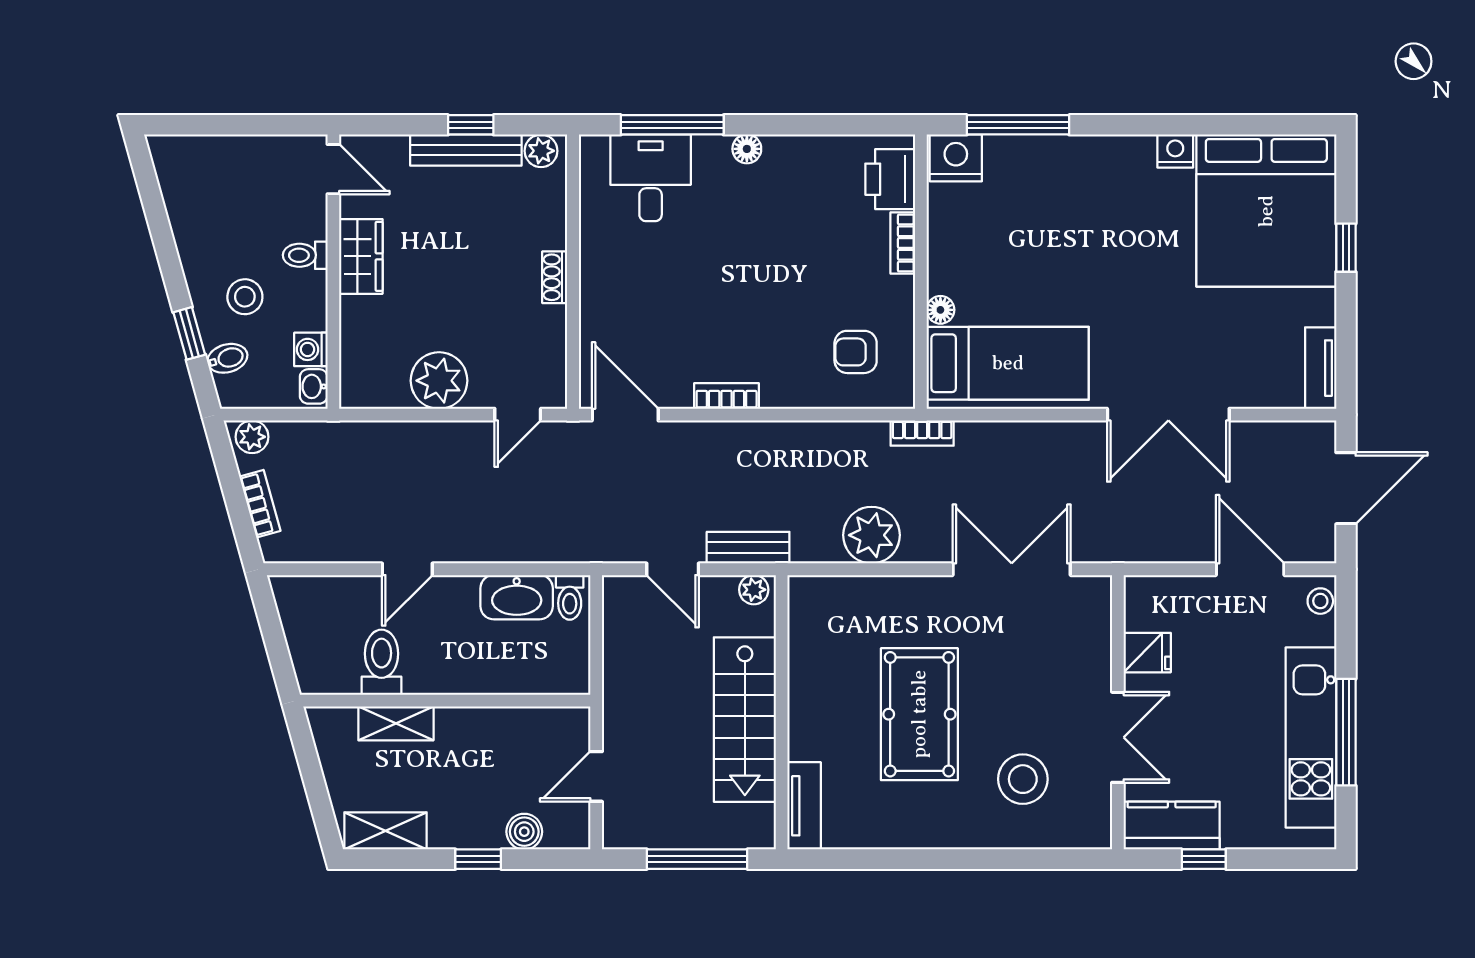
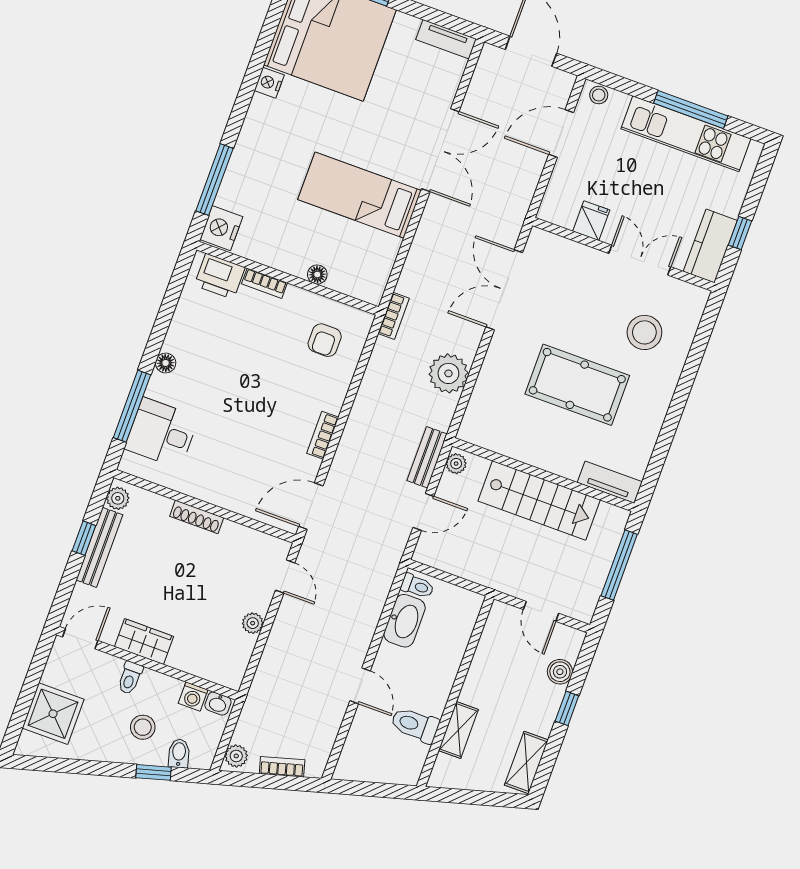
shower: (219, 169) -> (53, 714), added
shoe rack: (555, 277) -> (197, 517), width x1.43
bed: (1008, 363) -> (360, 195), moved, turned -90
plant: (439, 381) -> (253, 623), width x0.53, depth x0.53

